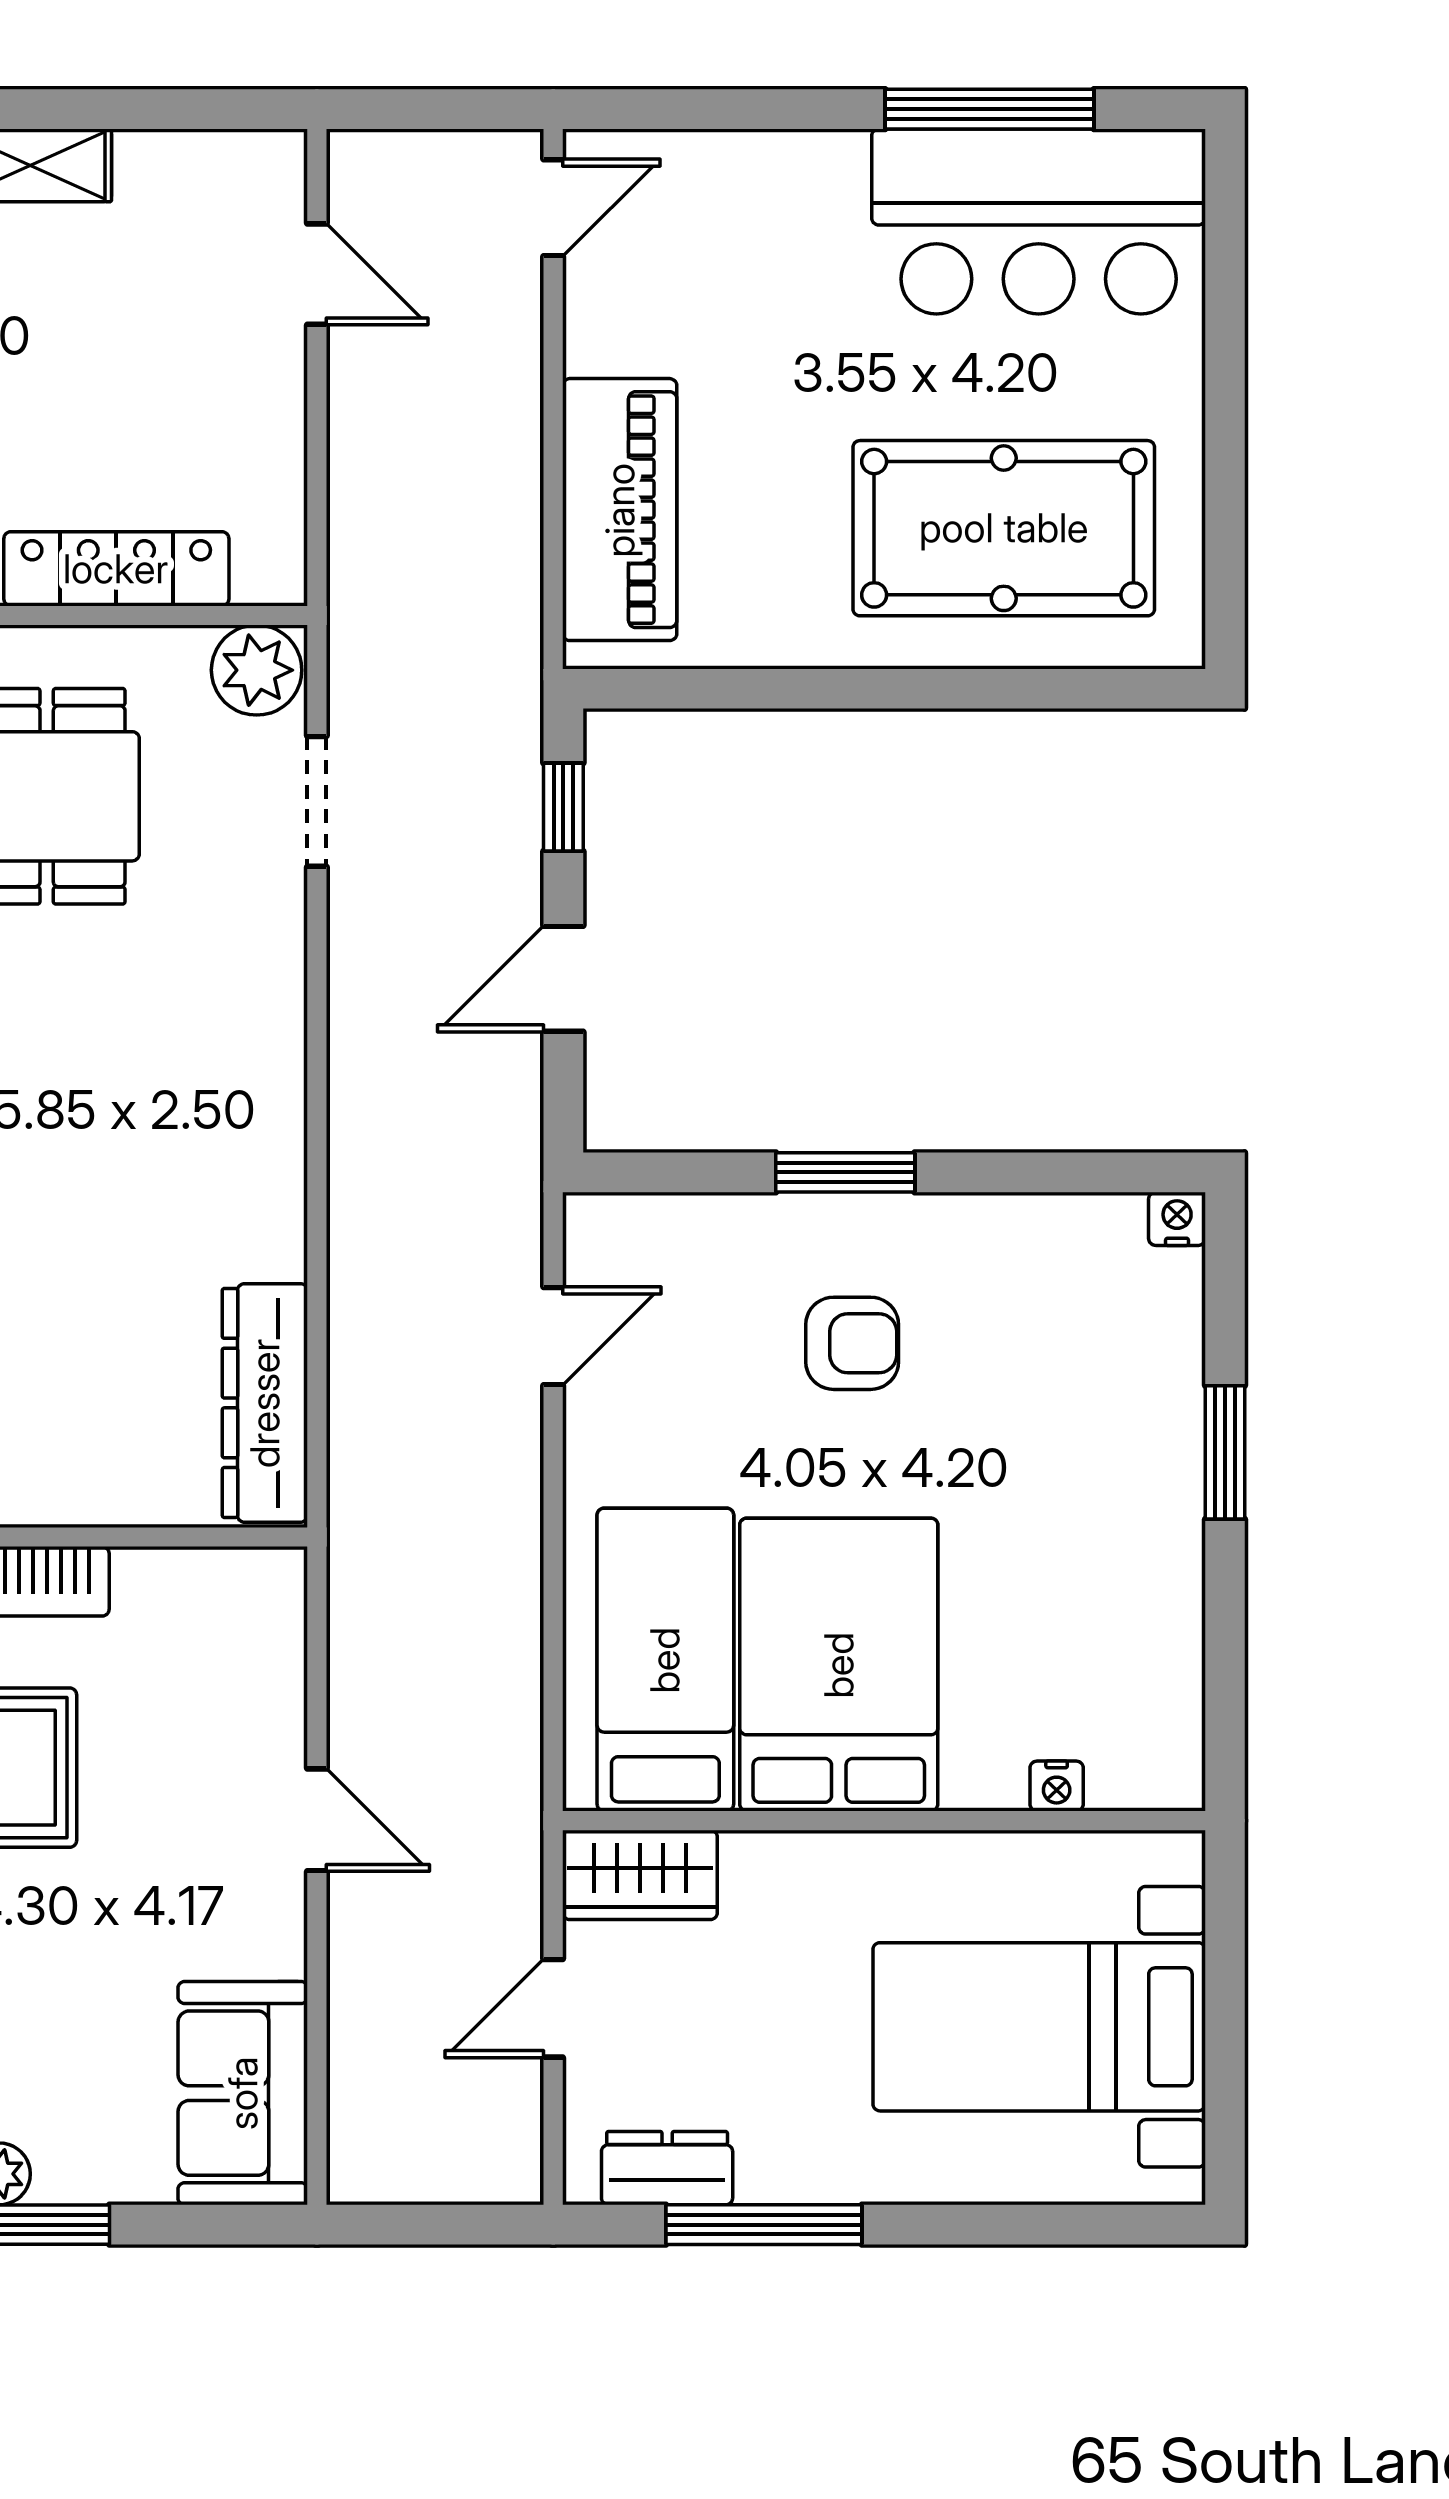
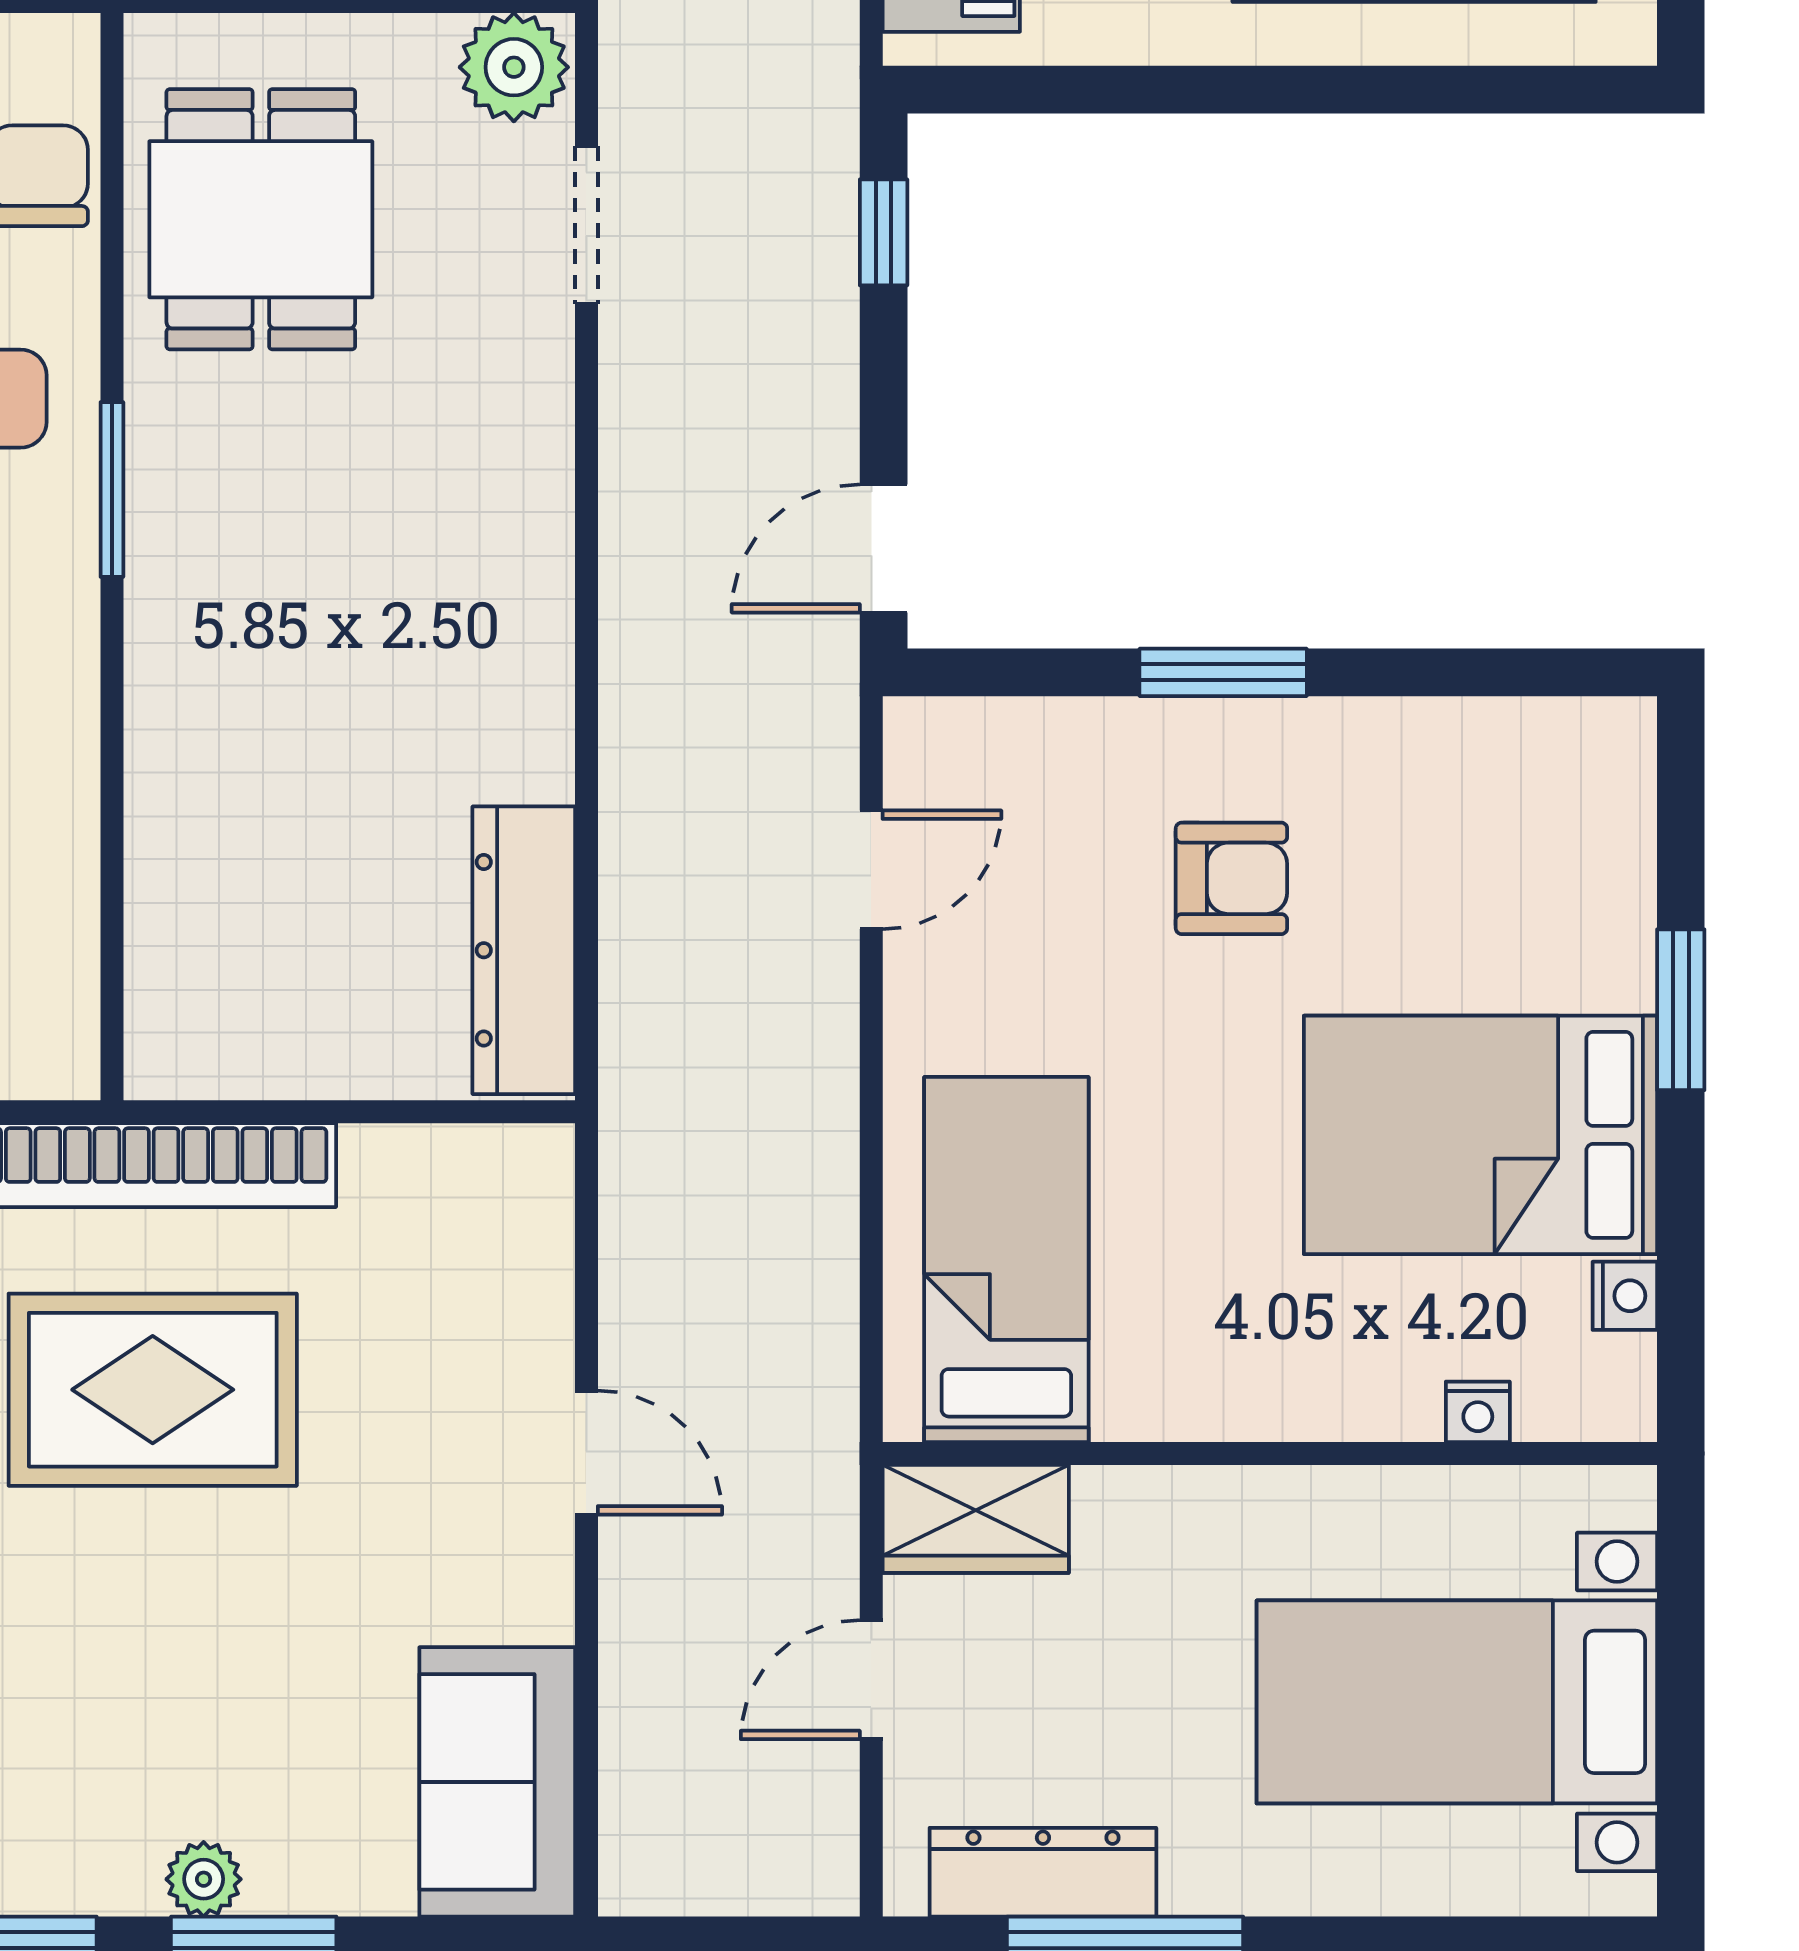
door: (563, 979) -> (884, 549), moved
nightstand: (1177, 1219) -> (1625, 1296), moved, turned 90
bed: (839, 1665) -> (1480, 1135), moved, turned -90
dresser: (667, 2168) -> (1043, 1872), width x1.44

